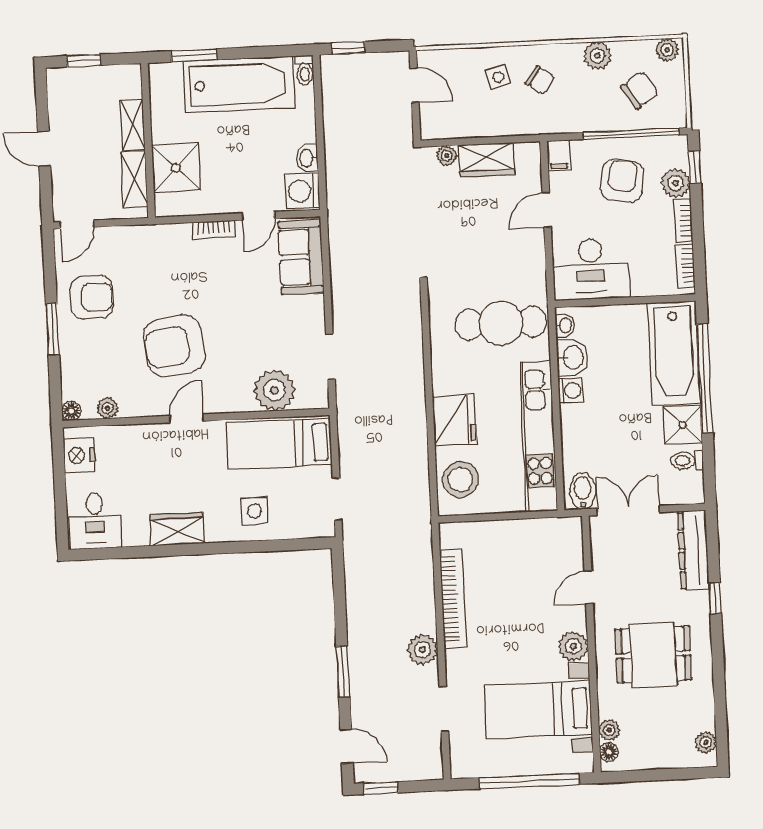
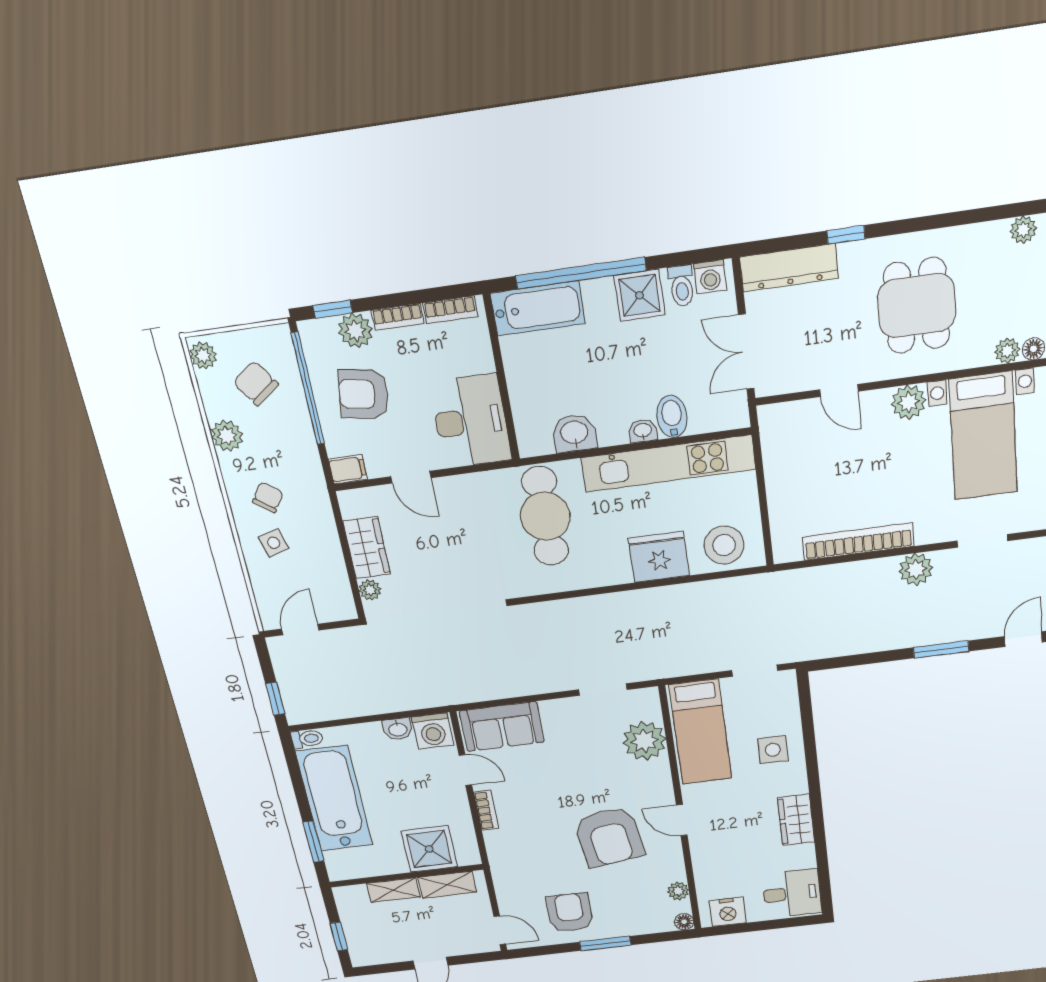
washbasin: (565, 326) -> (643, 431), moved
bathtub: (674, 353) -> (538, 308), width x0.73, depth x0.73
washing machine: (571, 390) -> (710, 277), moved, turned 180
bidet: (583, 491) -> (672, 416), moved, turned 90

